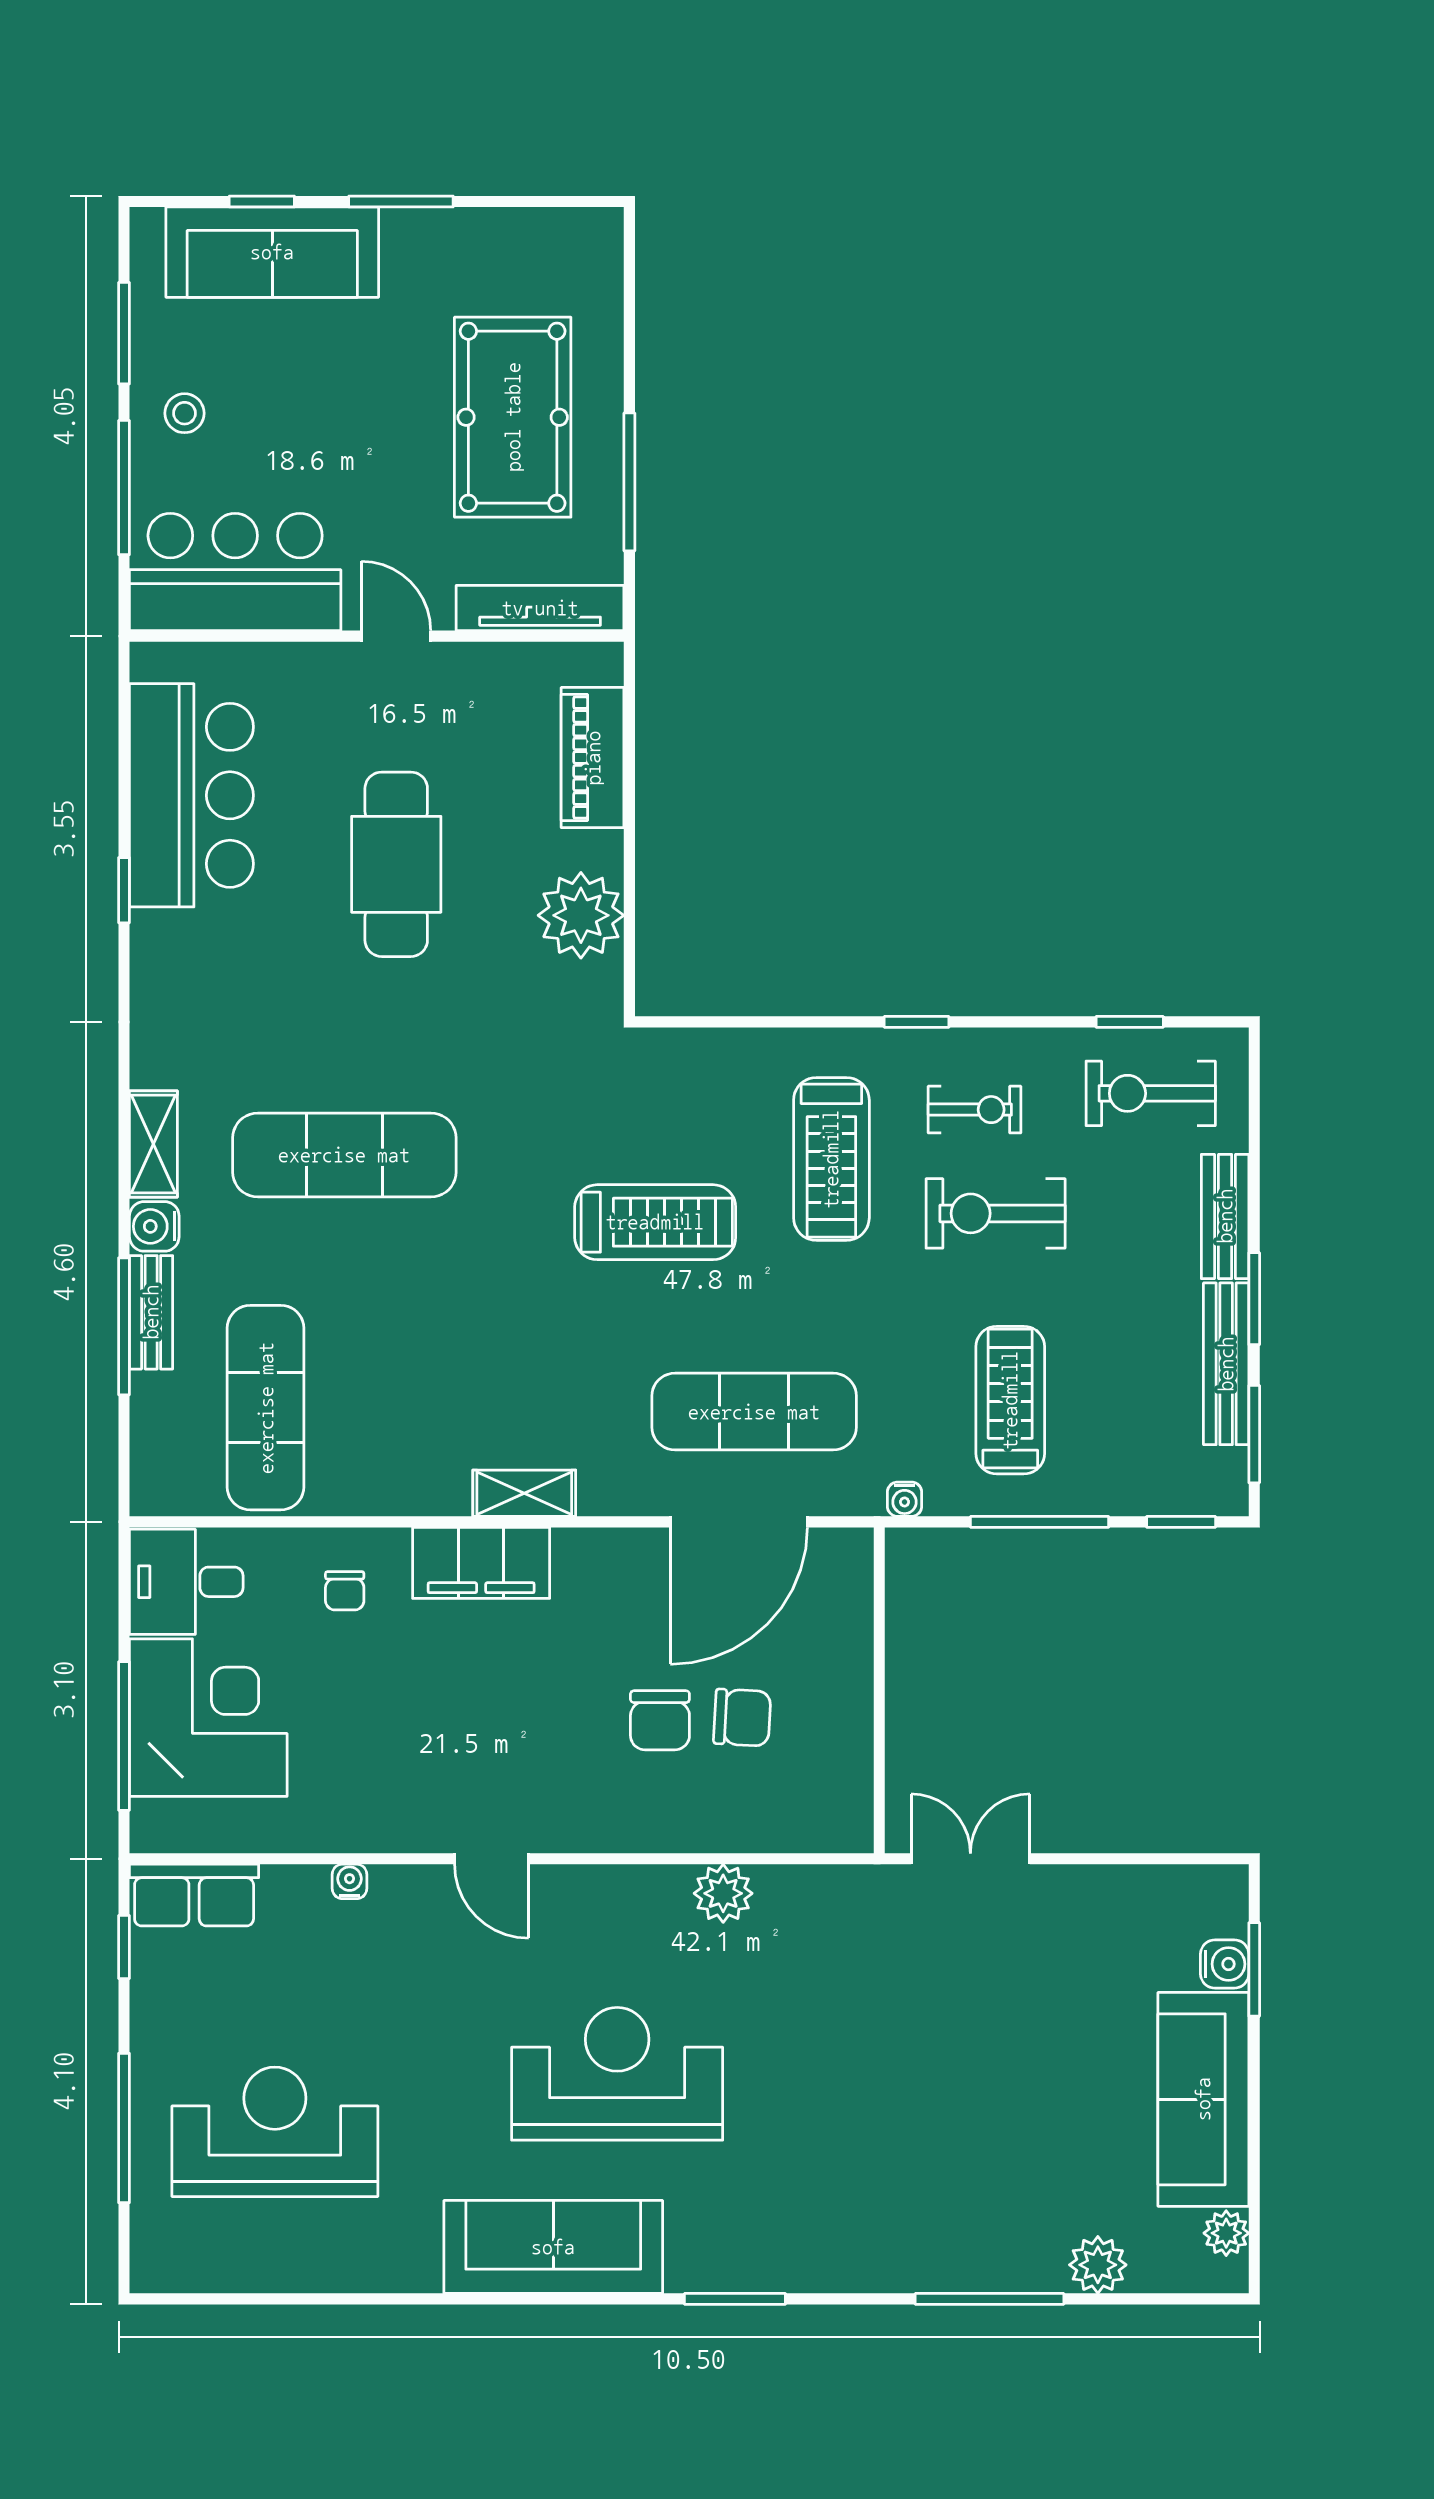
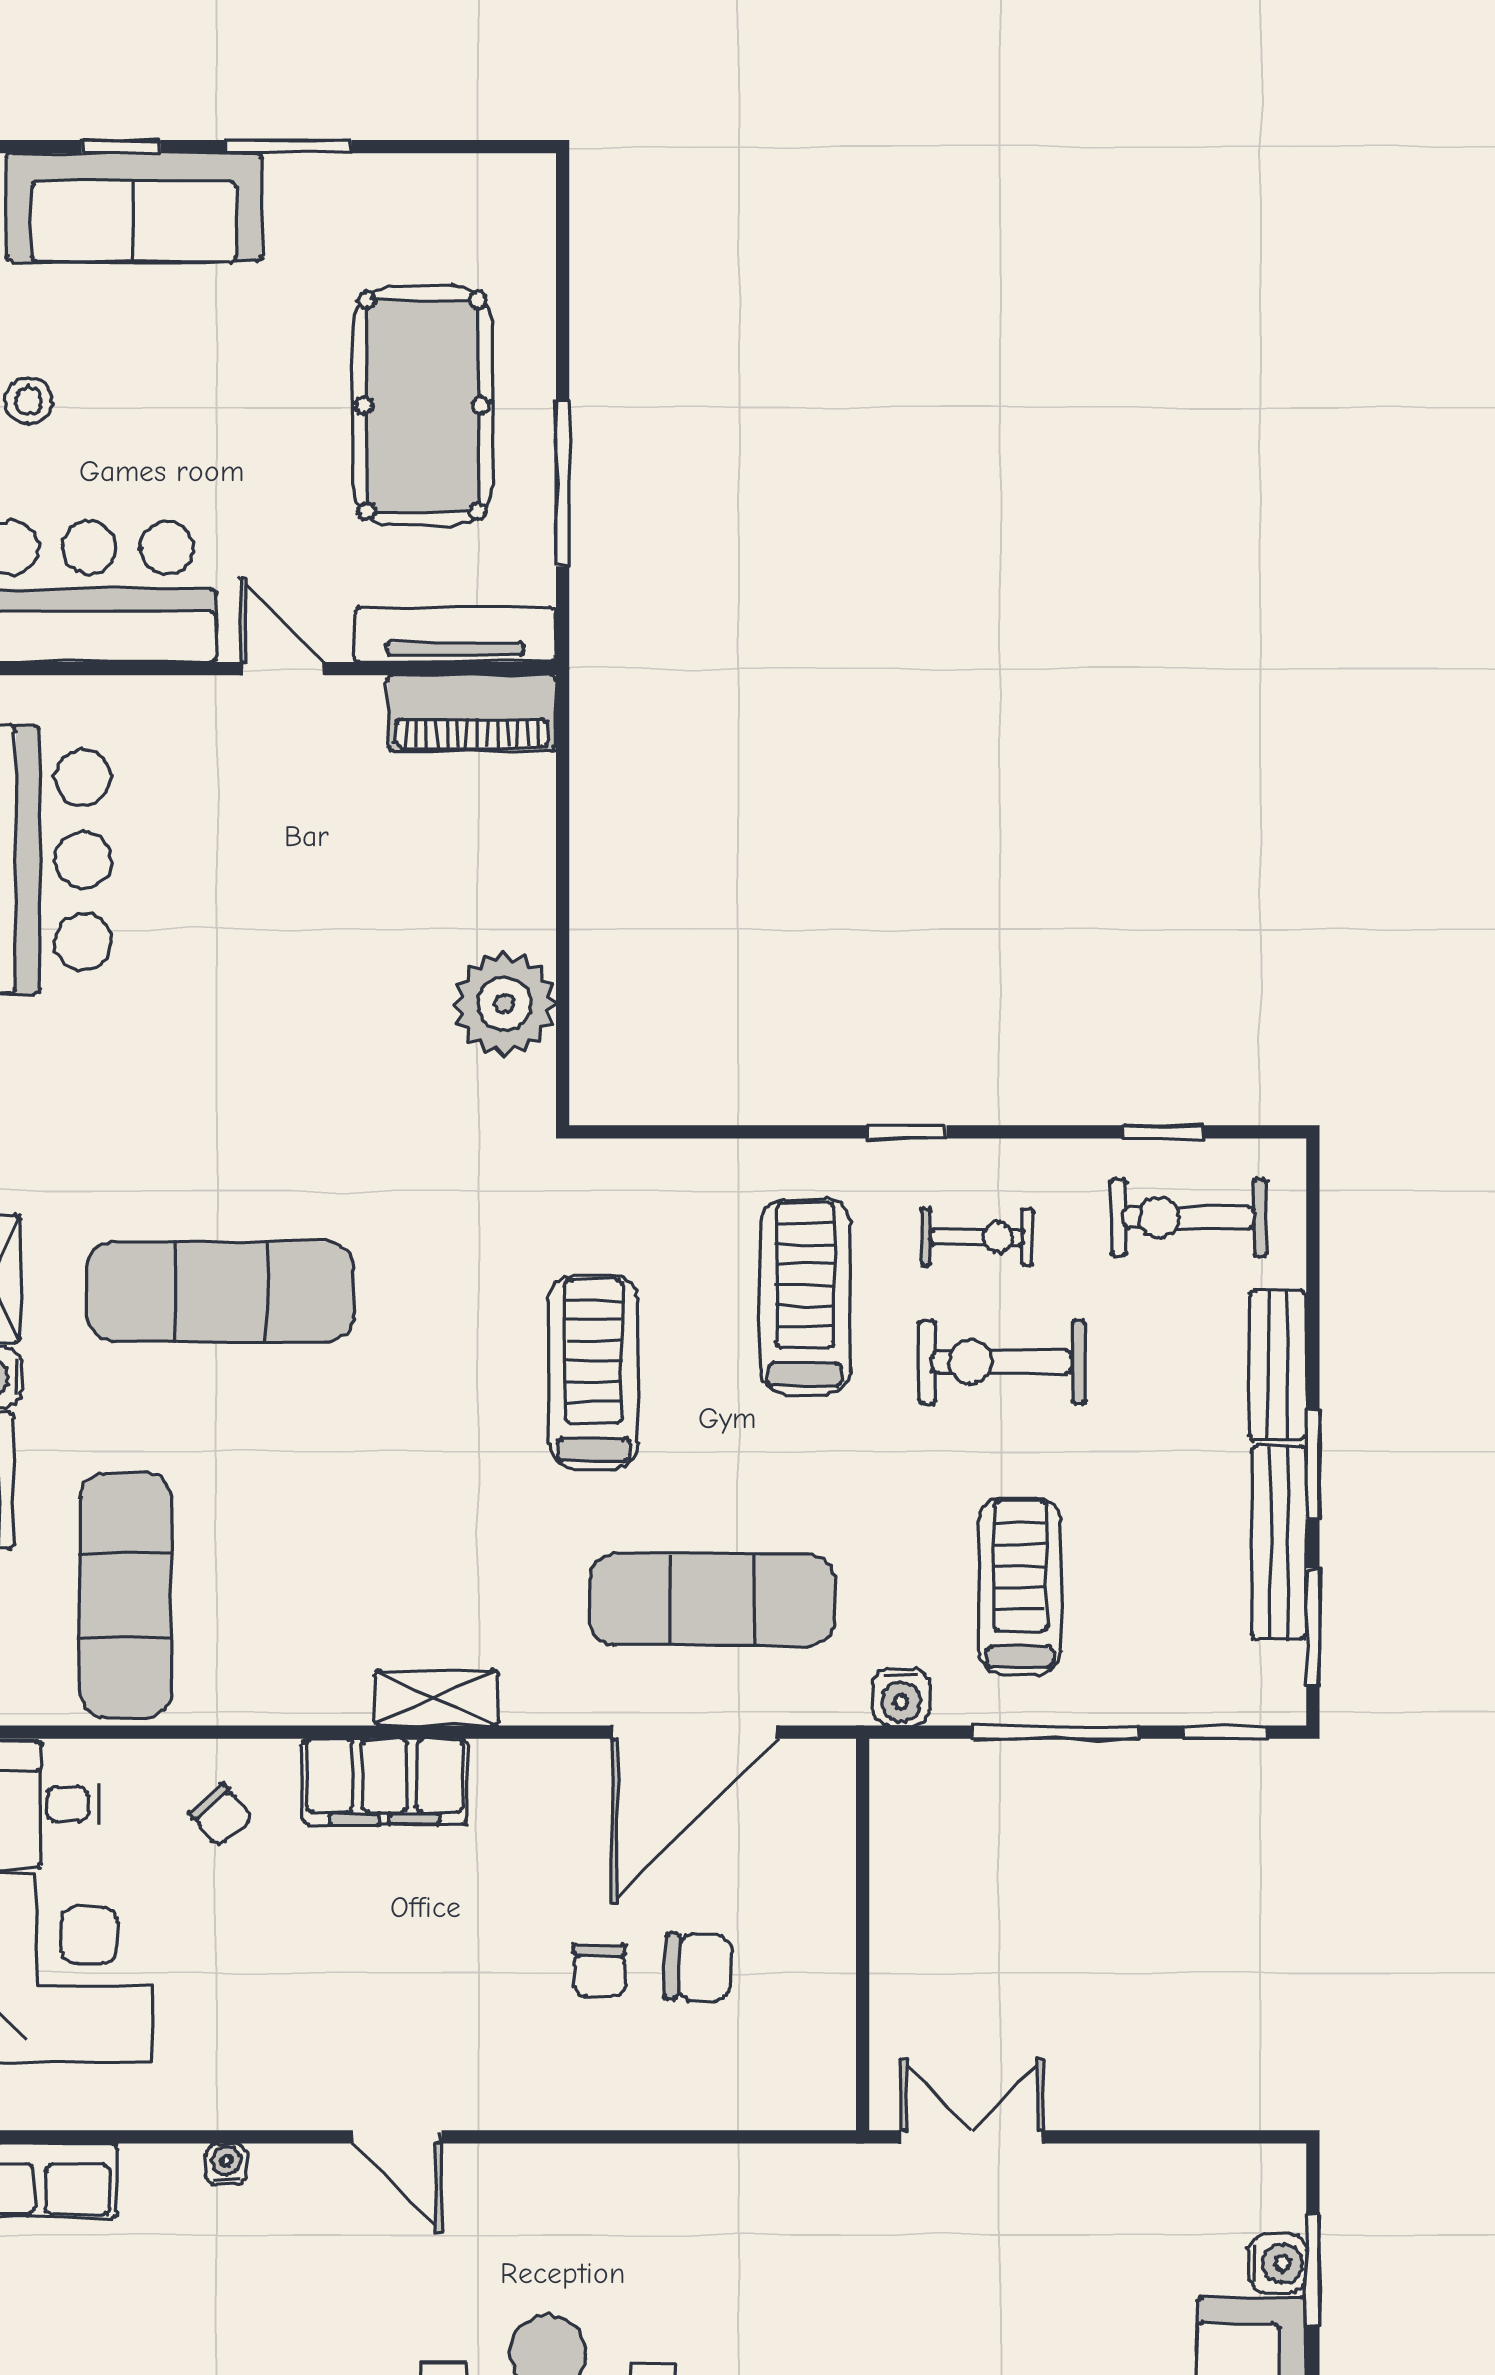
piano: (593, 758) -> (472, 713), moved, turned -90
cafe table: (396, 864) -> (283, 943), removed
treadmill: (831, 1159) -> (805, 1296), turned 180
treadmill: (655, 1222) -> (594, 1372), turned -90
water cooler: (905, 1499) -> (901, 1697), width x1.38, depth x1.38
chair: (345, 1591) -> (221, 1815), turned -41
chair: (660, 1720) -> (599, 1971), width x0.73, depth x0.73
plant: (723, 1893) -> (675, 2178), removed

